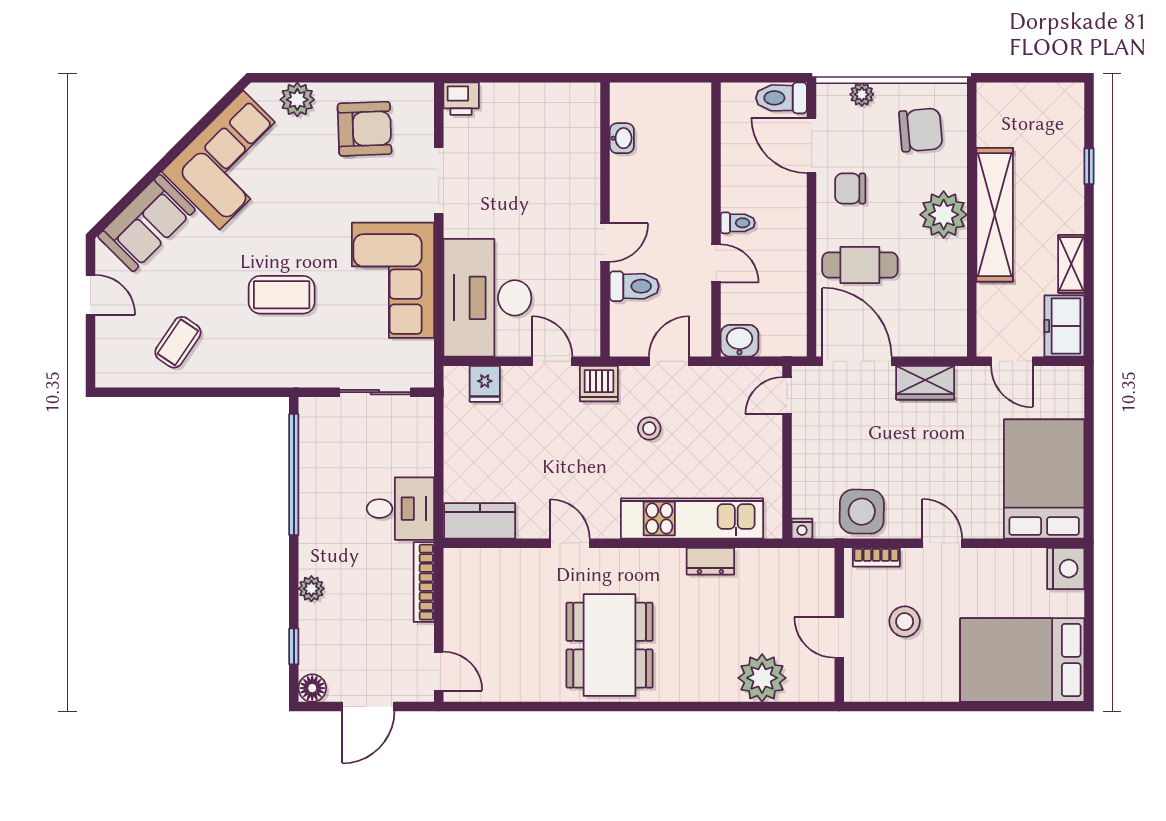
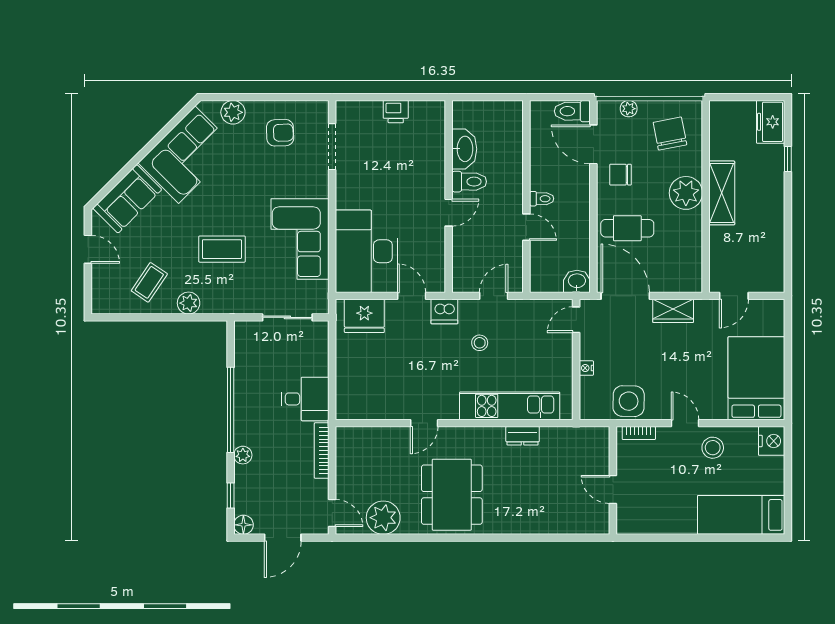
printer: (461, 99) -> (396, 112), moved
armchair: (365, 129) -> (280, 133), width x0.72, depth x0.72
chair: (921, 130) -> (670, 134), turned -96
washbasin: (622, 138) -> (464, 149), width x1.91, depth x1.45
doorway: (439, 180) -> (332, 147), moved
shelving: (995, 215) -> (722, 193), width x0.68
shelving: (1071, 264) -> (775, 227), removed
toilet: (634, 286) -> (469, 182), moved
freezer: (1064, 326) -> (771, 122), moved
washbasin: (740, 341) -> (577, 281), moved
door: (1012, 361) -> (734, 296), hinge flipped
plant: (234, 372) -> (189, 303), added
fridge: (485, 384) -> (364, 316), width x1.88, depth x1.34
window: (294, 475) -> (231, 410), moved
kitchen counter: (480, 521) -> (361, 408), removed
nightstand: (802, 529) -> (586, 368), moved, turned 90
door: (570, 543) -> (424, 423), swing flipped
stool: (905, 622) -> (713, 448), moved
bed: (1022, 660) -> (741, 515), width x0.67
plant: (762, 678) -> (383, 518), moved

